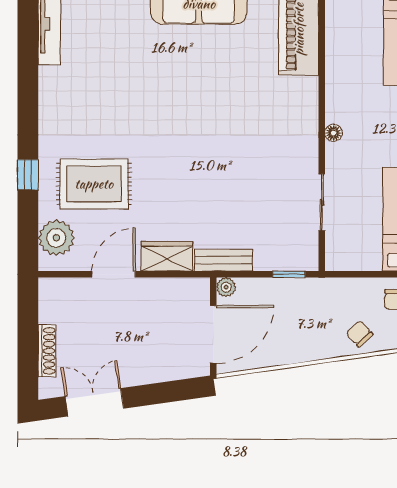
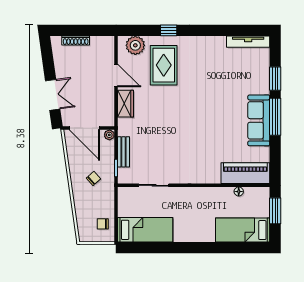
floor lamp: (334, 133) -> (239, 192), moved
bench: (224, 260) -> (124, 152), moved
chair: (360, 334) -> (94, 178), moved
double door: (94, 402) -> (53, 95), moved

